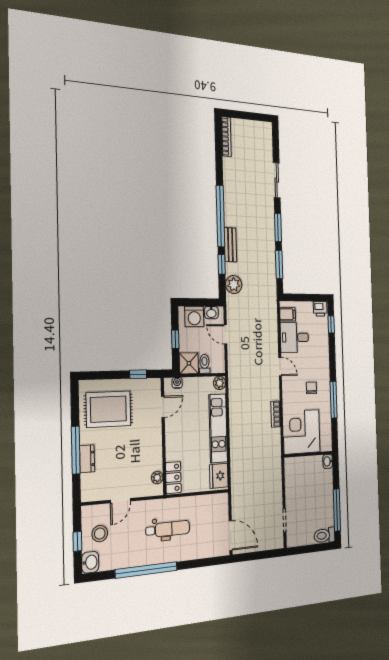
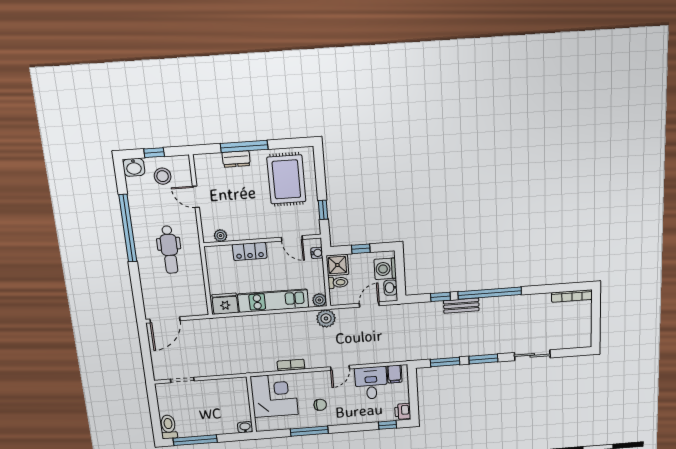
plant: (234, 285) -> (326, 318), moved
locker: (173, 478) -> (250, 251), moved

